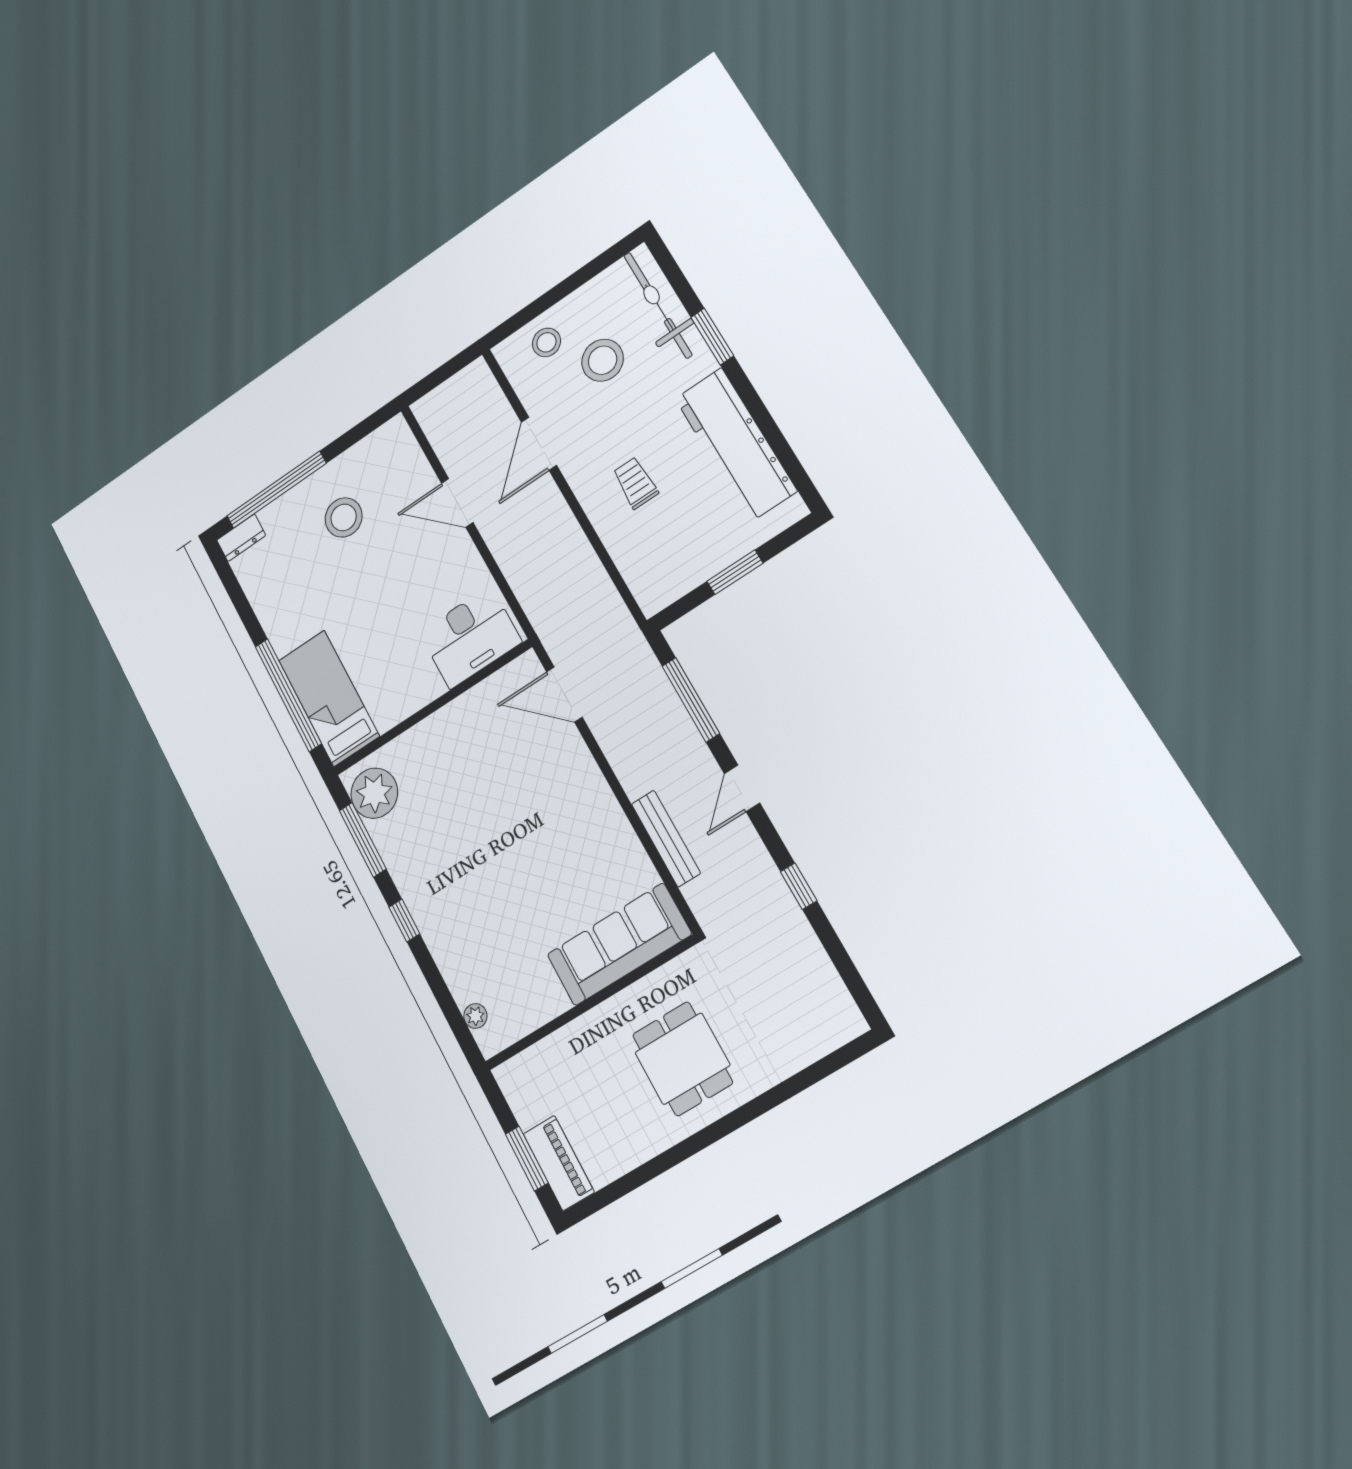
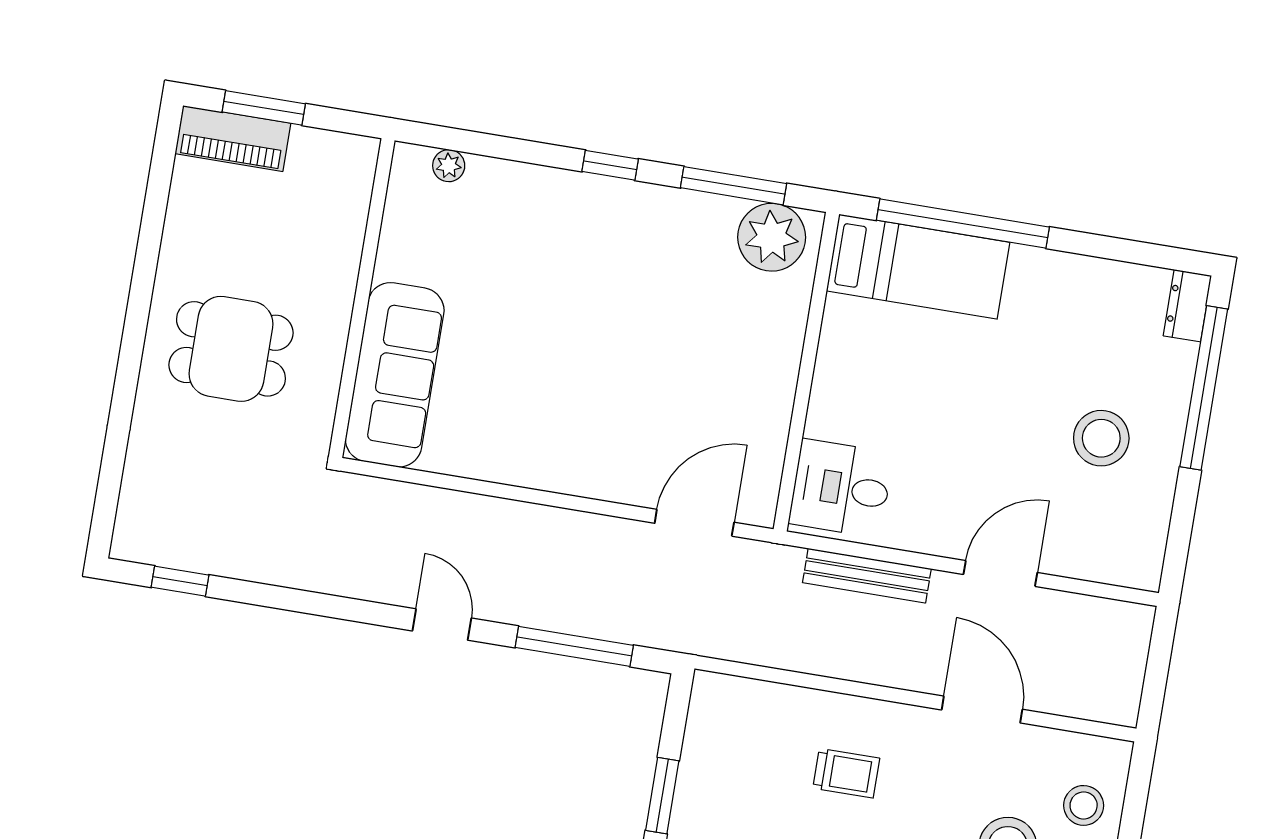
desk: (470, 637) -> (841, 488), width x0.73
bench: (666, 838) -> (867, 576), moved
window: (799, 886) -> (180, 581), moved

